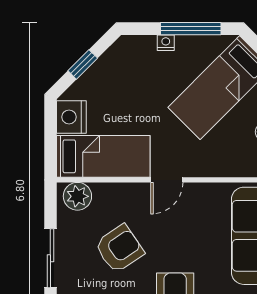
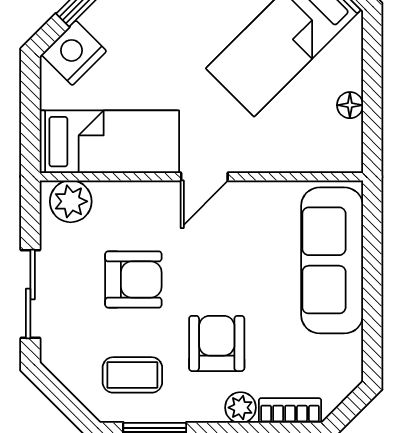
nightstand: (71, 117) -> (74, 53), moved, turned 45
armchair: (119, 249) -> (133, 280), turned 34

